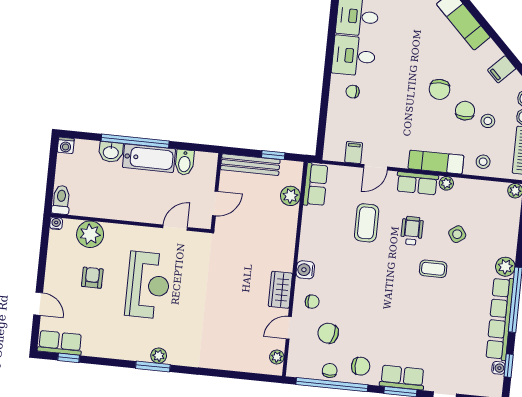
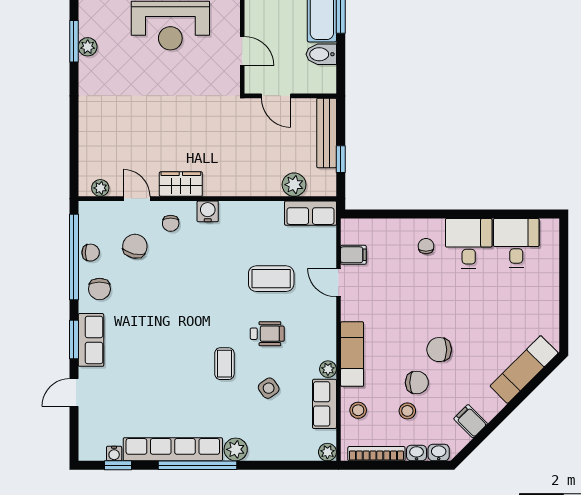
row of seats: (417, 183) -> (324, 404), moved

